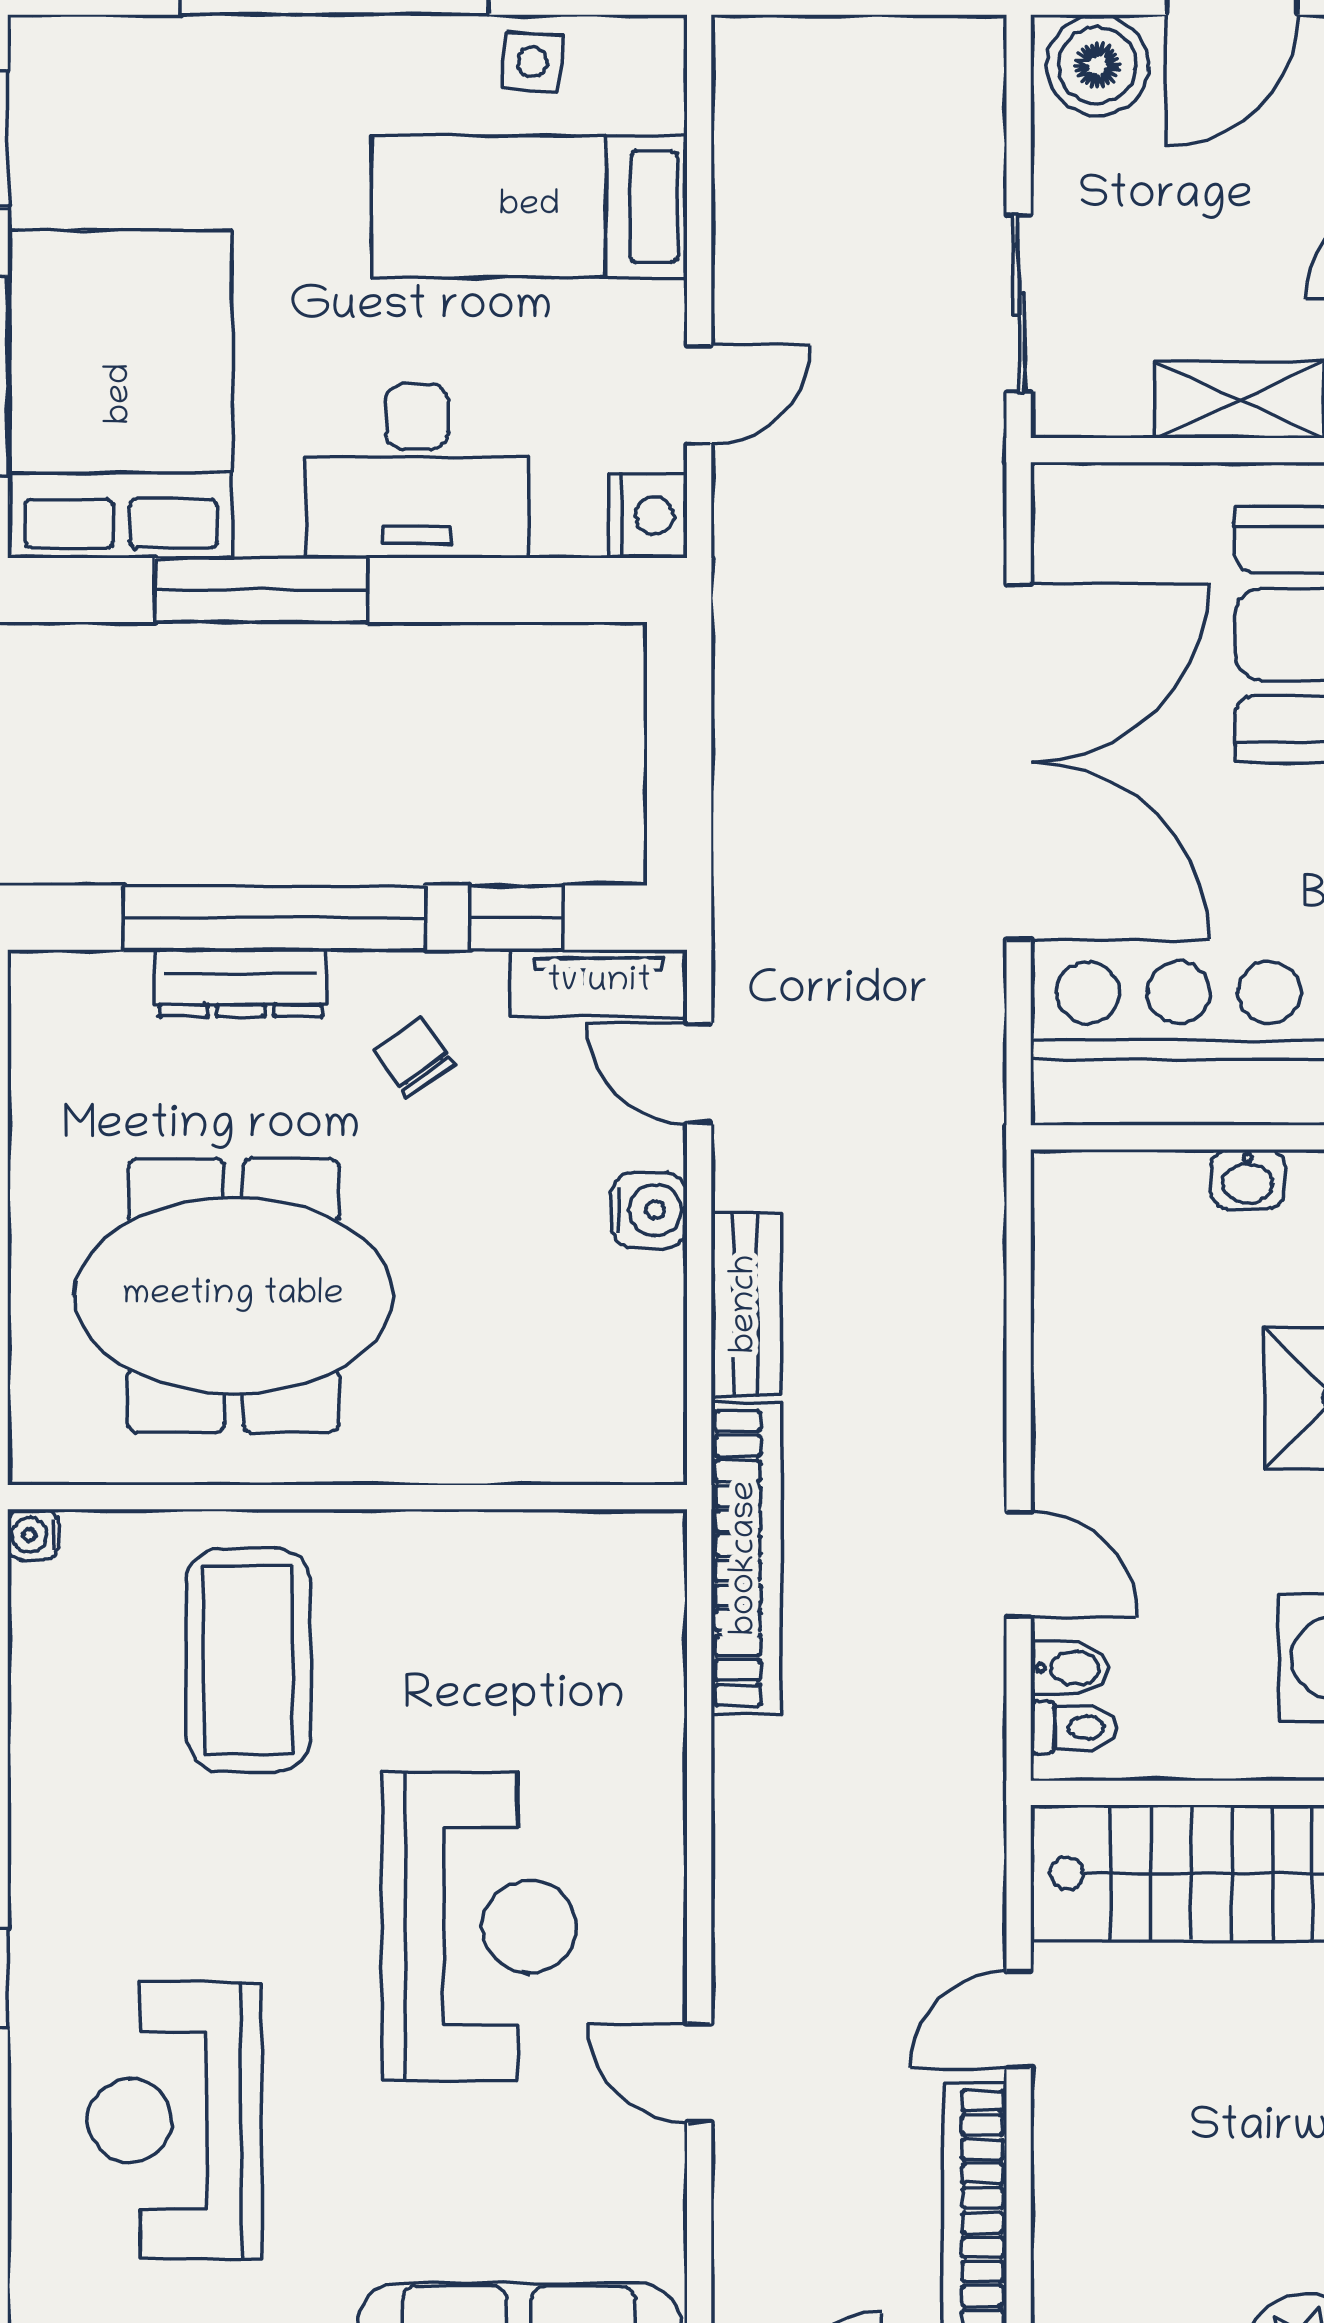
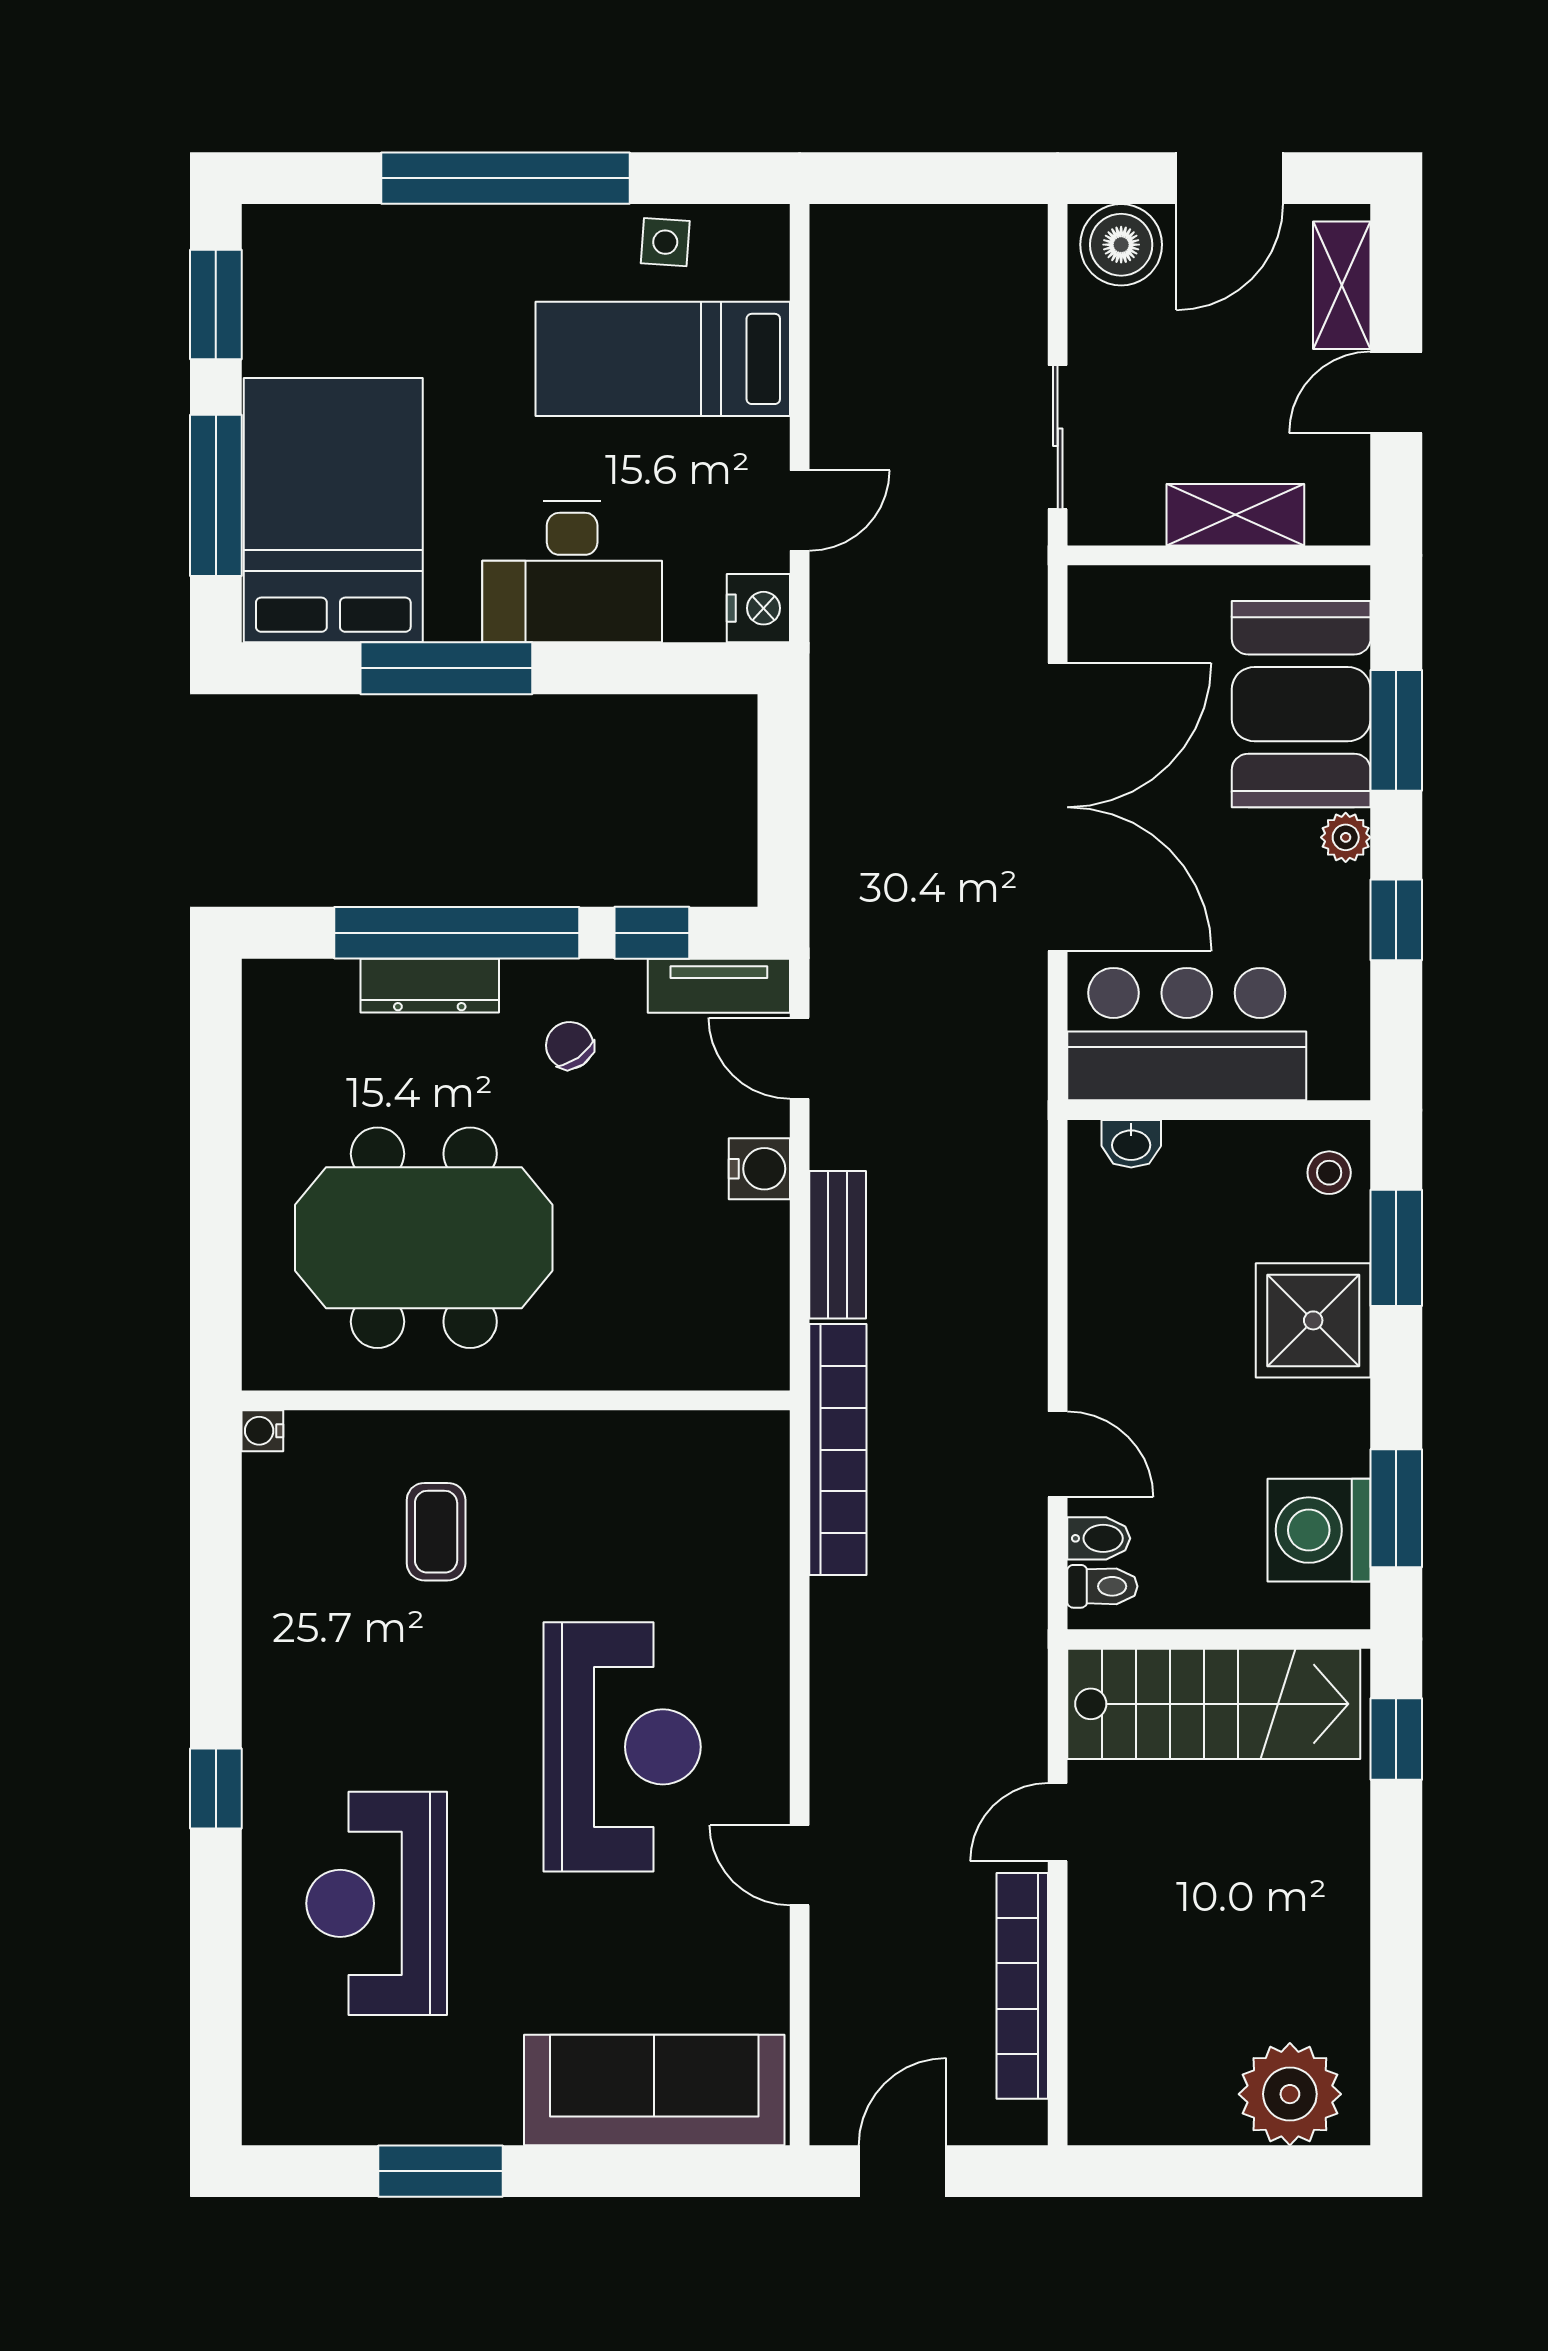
washbasin: (1248, 1179) -> (1131, 1144), moved
coffee table: (248, 1660) -> (436, 1532), width x0.54, depth x0.58

